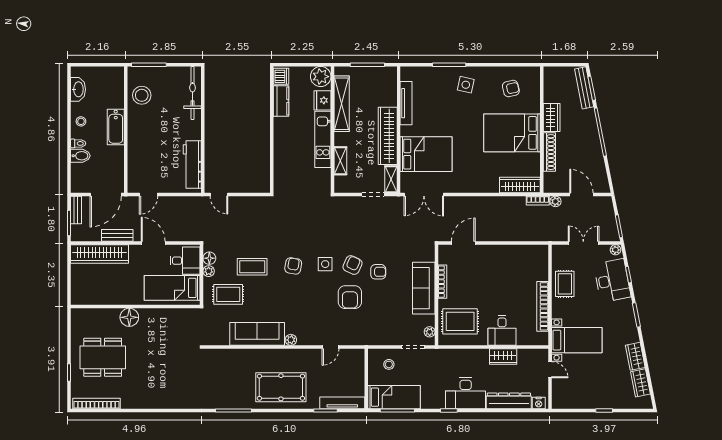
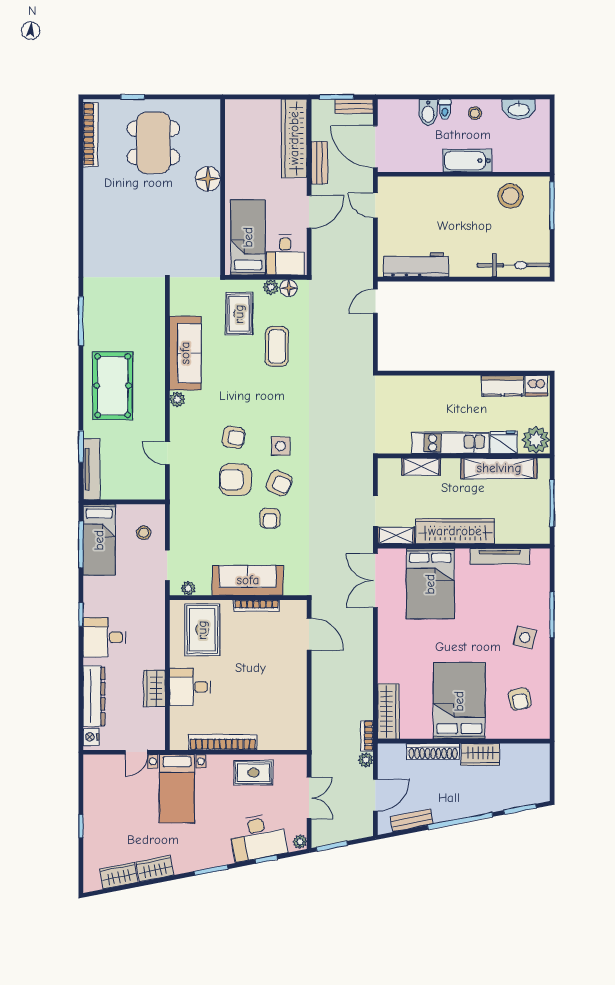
bench: (584, 88) -> (412, 820), moved, width x0.73
armchair: (293, 266) -> (233, 437), moved
desk: (466, 393) -> (104, 637), width x0.73

